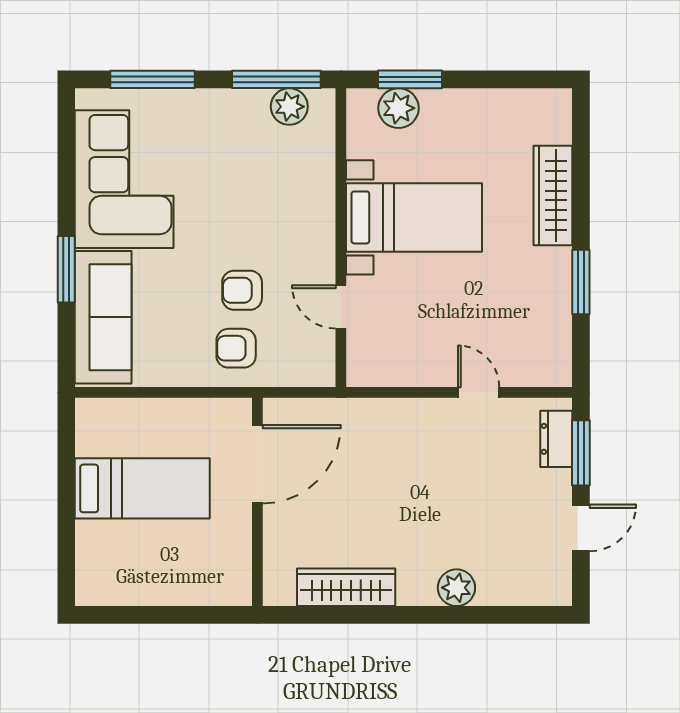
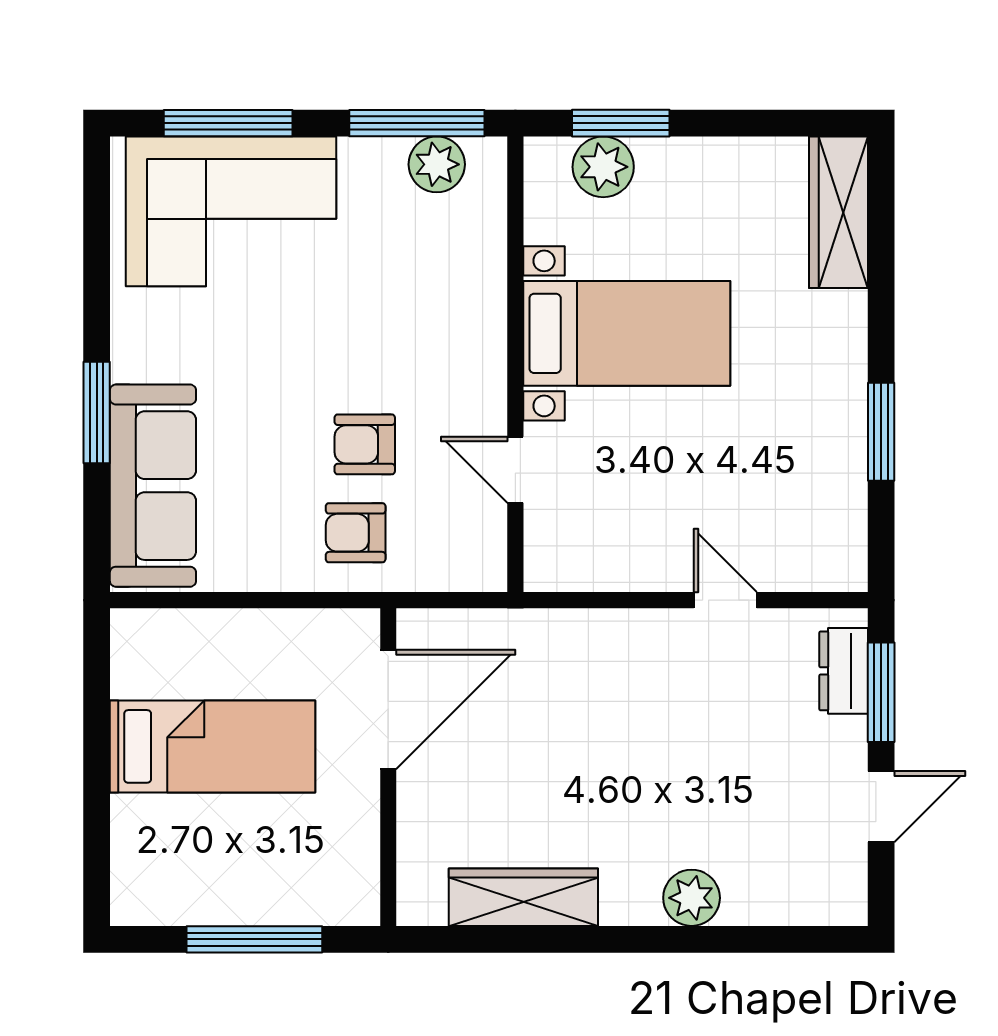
corner sofa: (124, 179) -> (231, 211), moved, turned 90
wardrobe: (553, 196) -> (839, 212), moved
window: (170, 615) -> (254, 939), added

